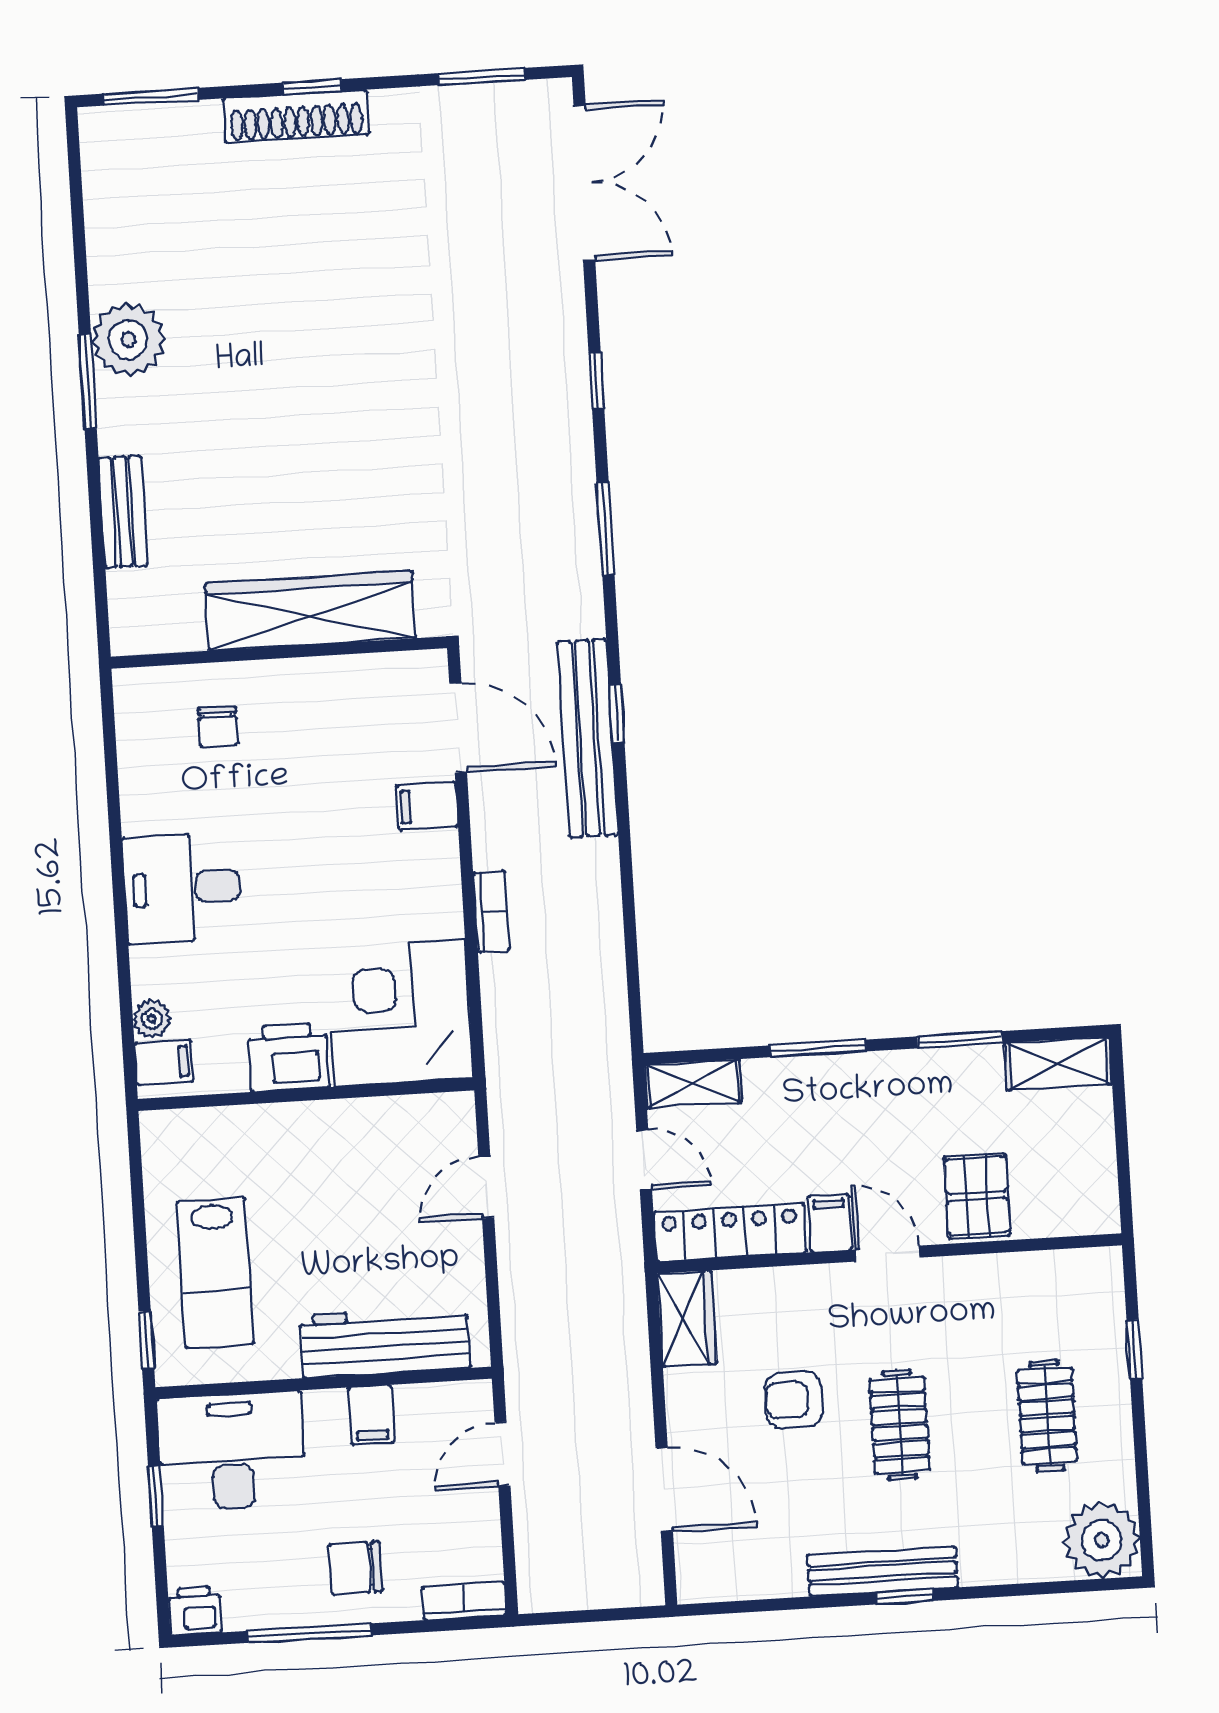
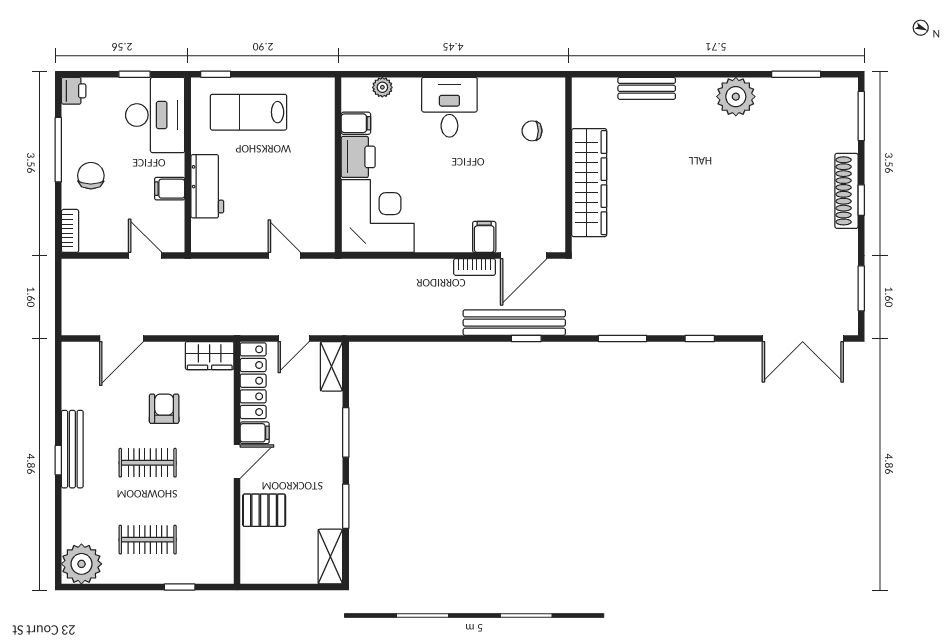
window: (88, 381) -> (796, 74), moved
bookcase: (491, 912) -> (475, 267), moved
filing cabinet: (164, 1062) -> (356, 123), moved, turned -90
workbench: (385, 1342) -> (207, 186), width x0.73

